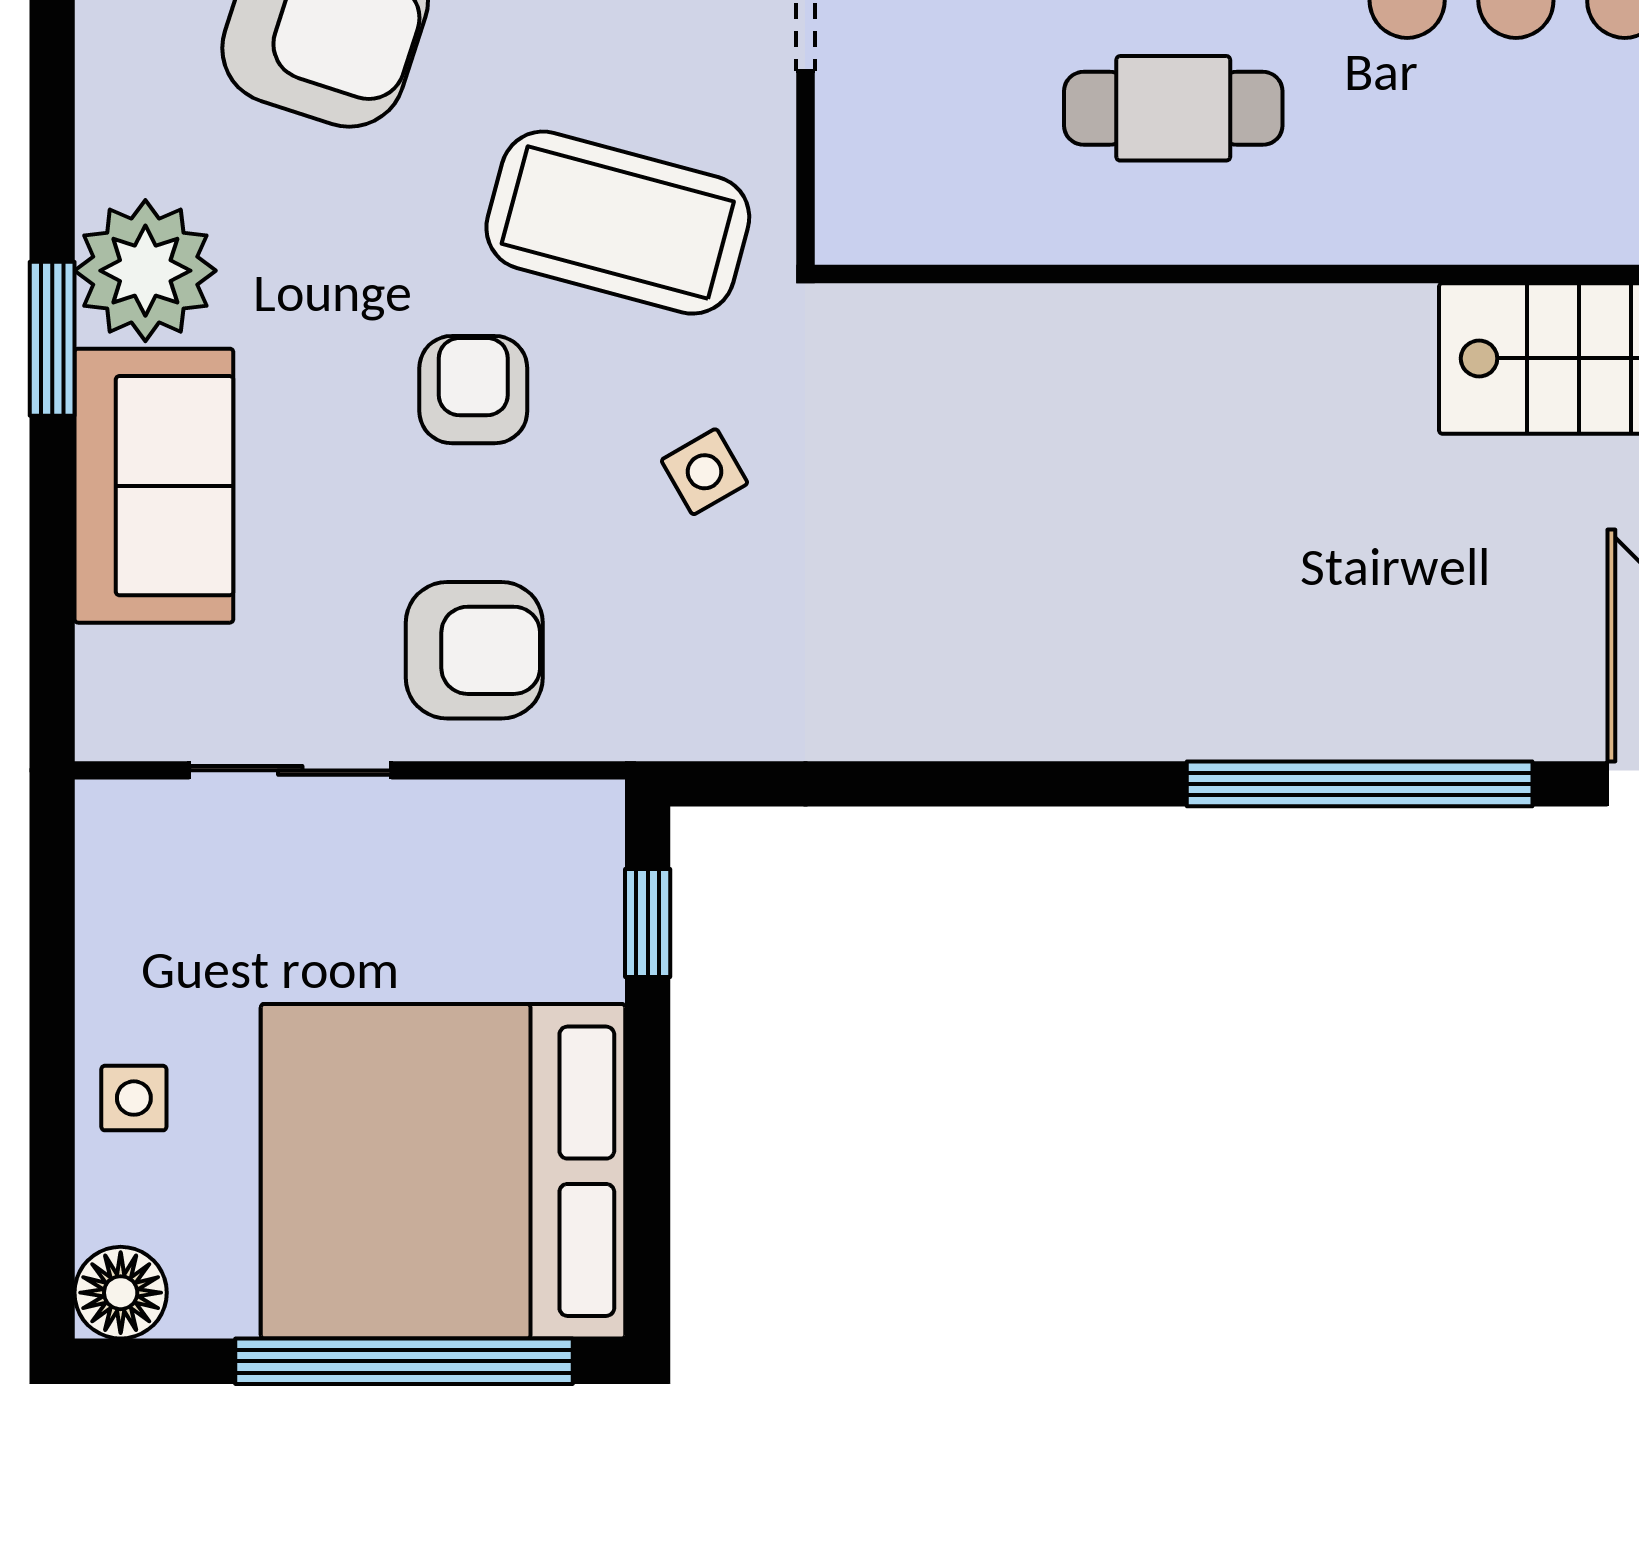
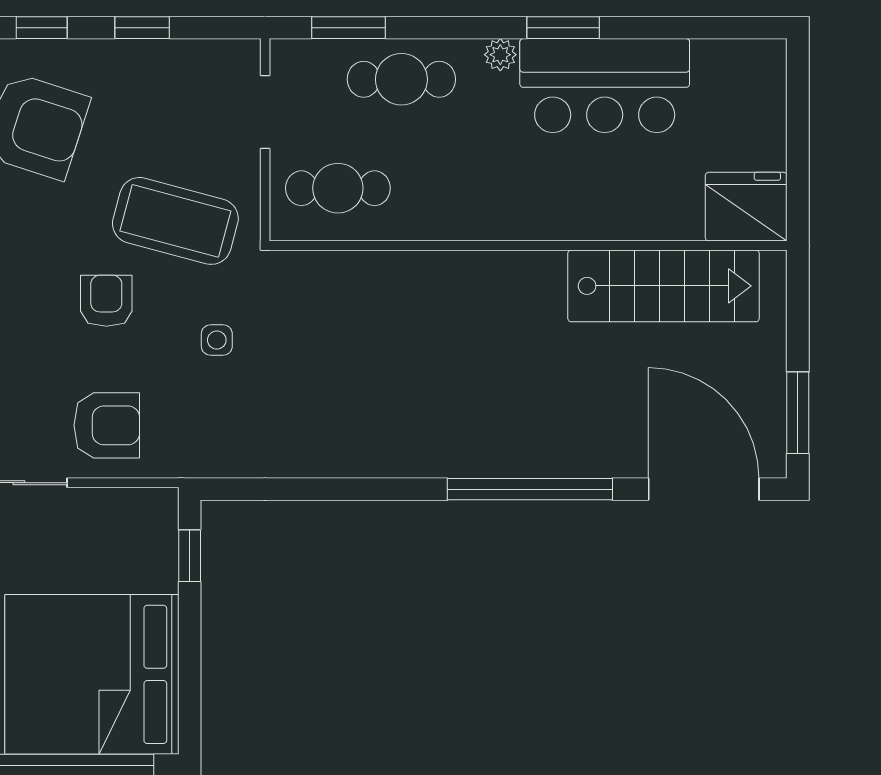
cafe table: (1173, 108) -> (338, 188), moved
side table: (704, 472) -> (217, 340), turned 30

